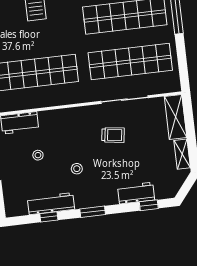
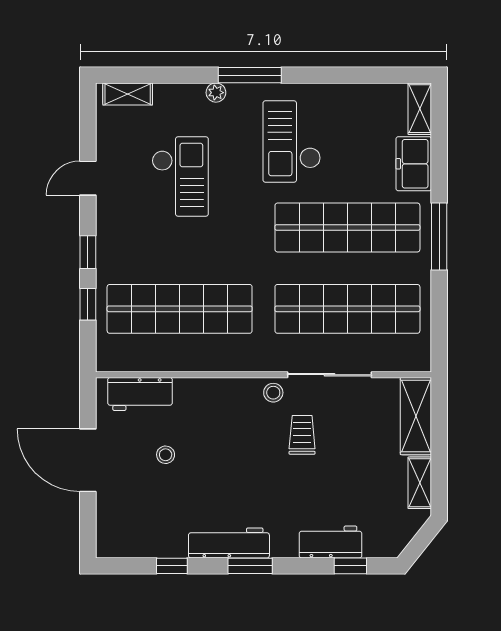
trolley: (113, 135) -> (302, 435), turned -98
stool: (77, 169) -> (273, 393), moved
workbench: (51, 204) -> (229, 543), moved

